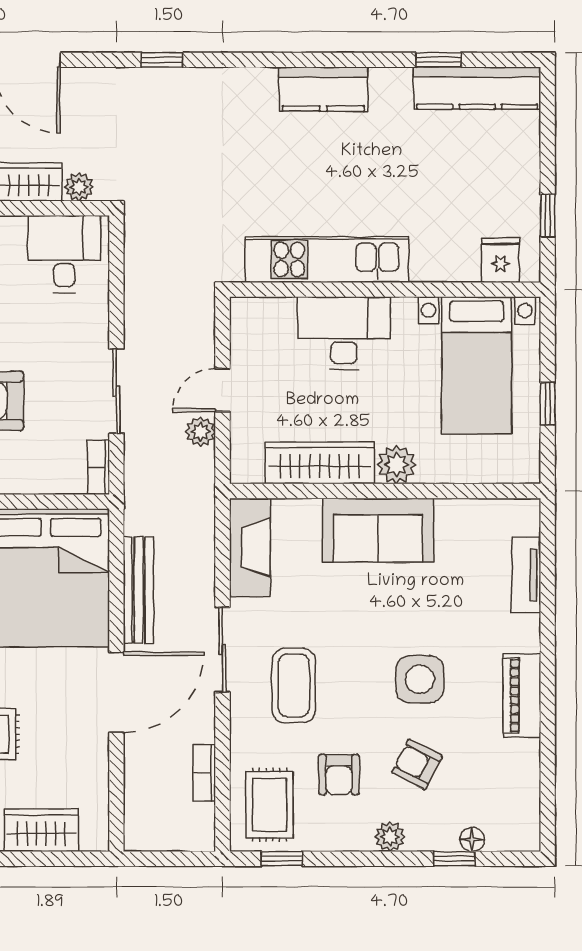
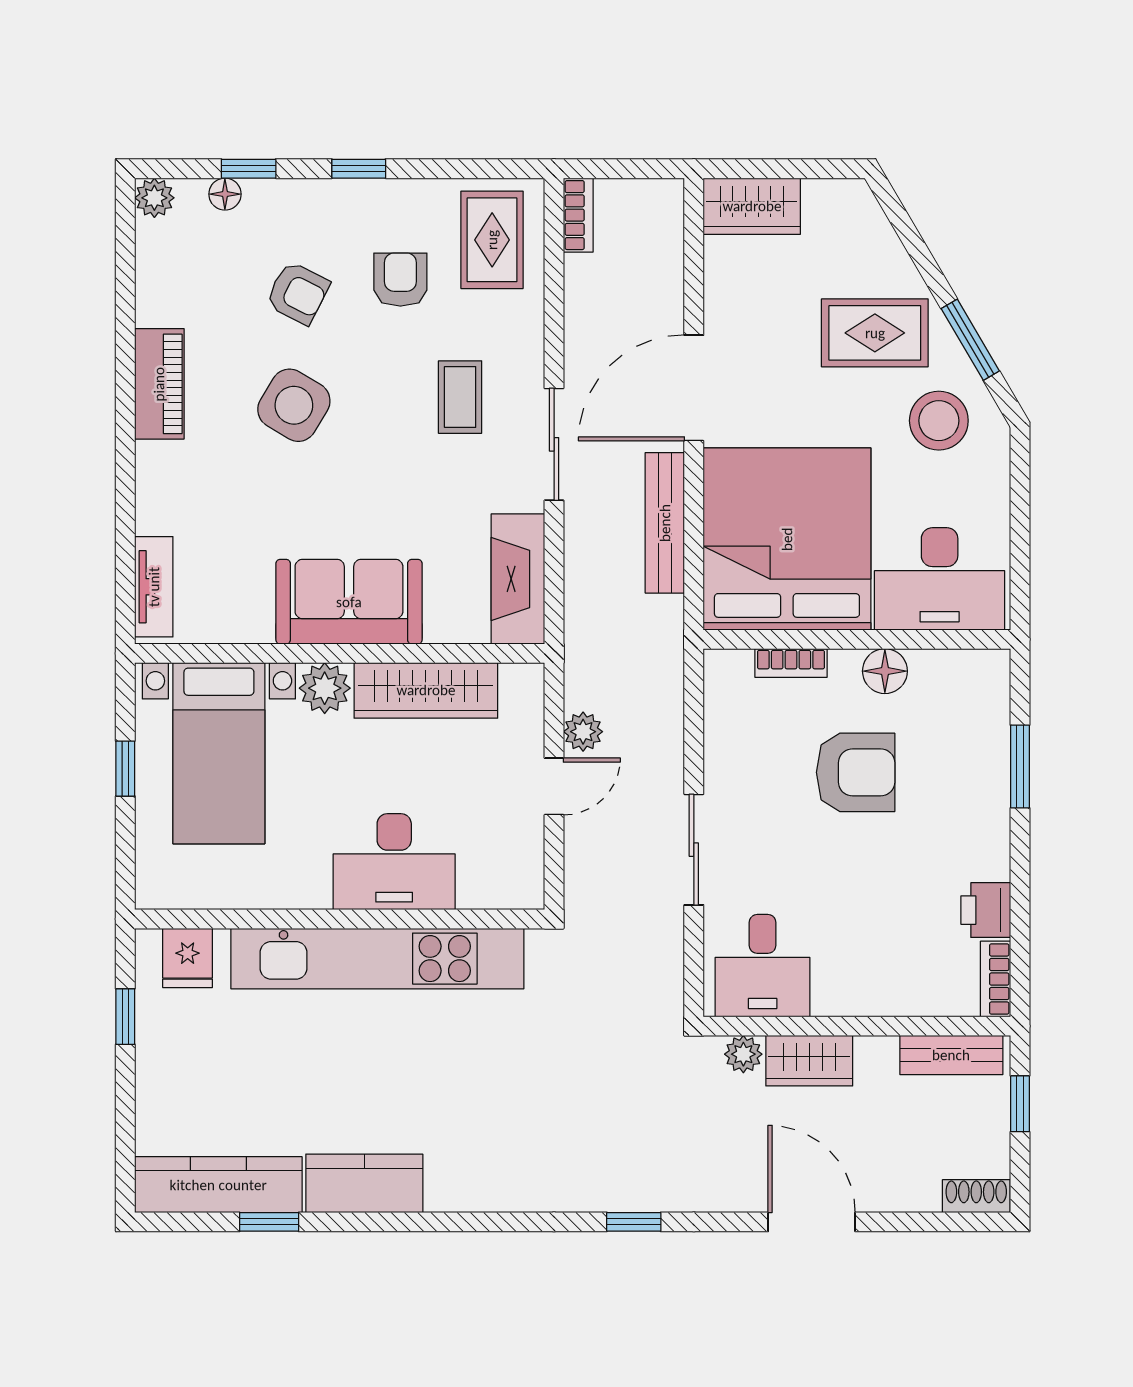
kitchen counter: (323, 89) -> (364, 1183), moved
kitchen unit: (327, 260) -> (377, 959), width x1.36
bed with nightstands: (477, 365) -> (219, 753), moved, turned 180
sliding door: (116, 391) -> (694, 850), moved
bookcase: (98, 467) -> (791, 663), moved, turned 90
tv unit: (526, 575) -> (154, 587), moved
side table: (420, 679) -> (294, 405), turned 31
coffee table: (294, 685) -> (460, 397), width x0.73, depth x0.77
bookcase: (204, 773) -> (578, 215), moved
wardrobe: (41, 830) -> (752, 206), moved
plant: (390, 837) -> (154, 198), moved
window: (282, 859) -> (359, 169), moved

